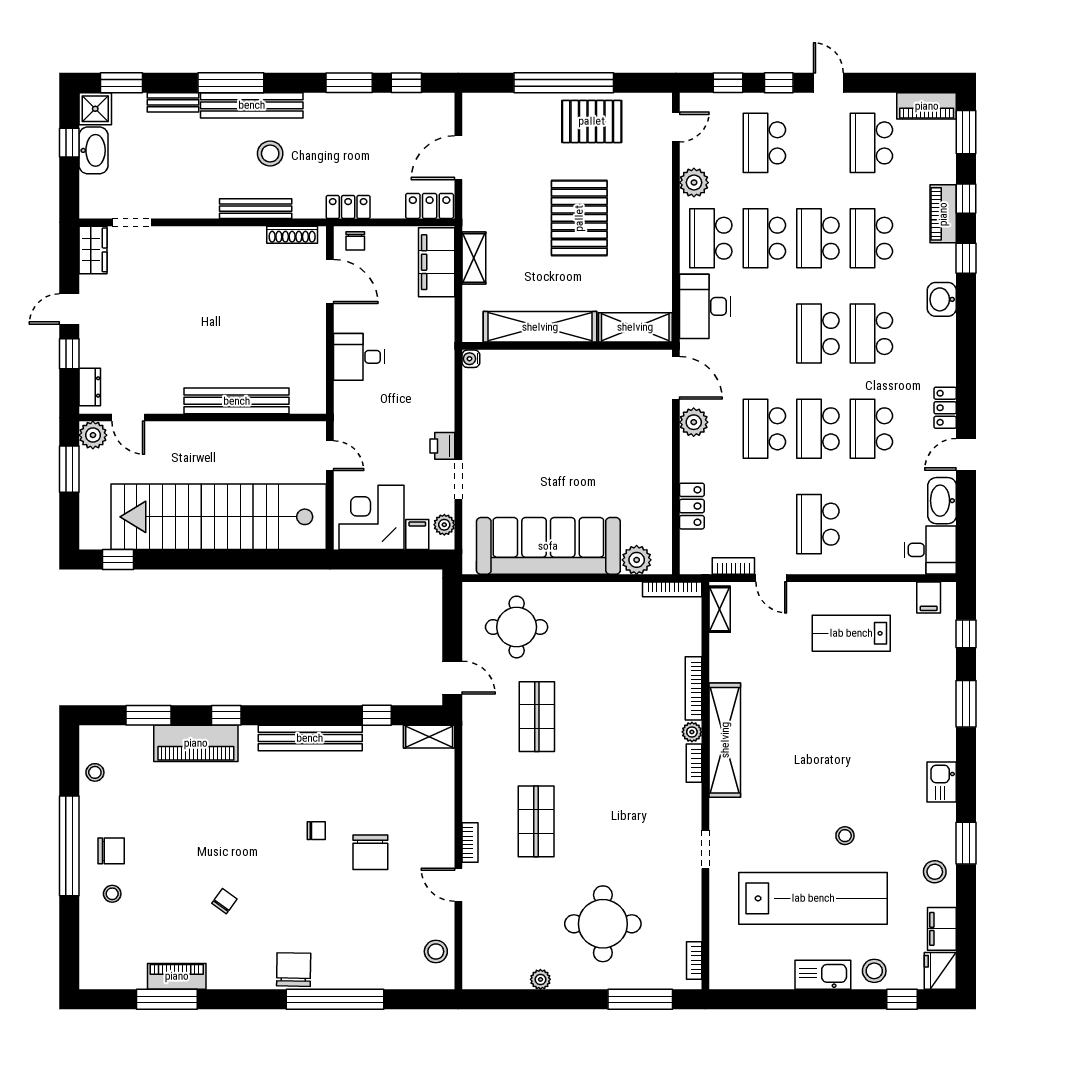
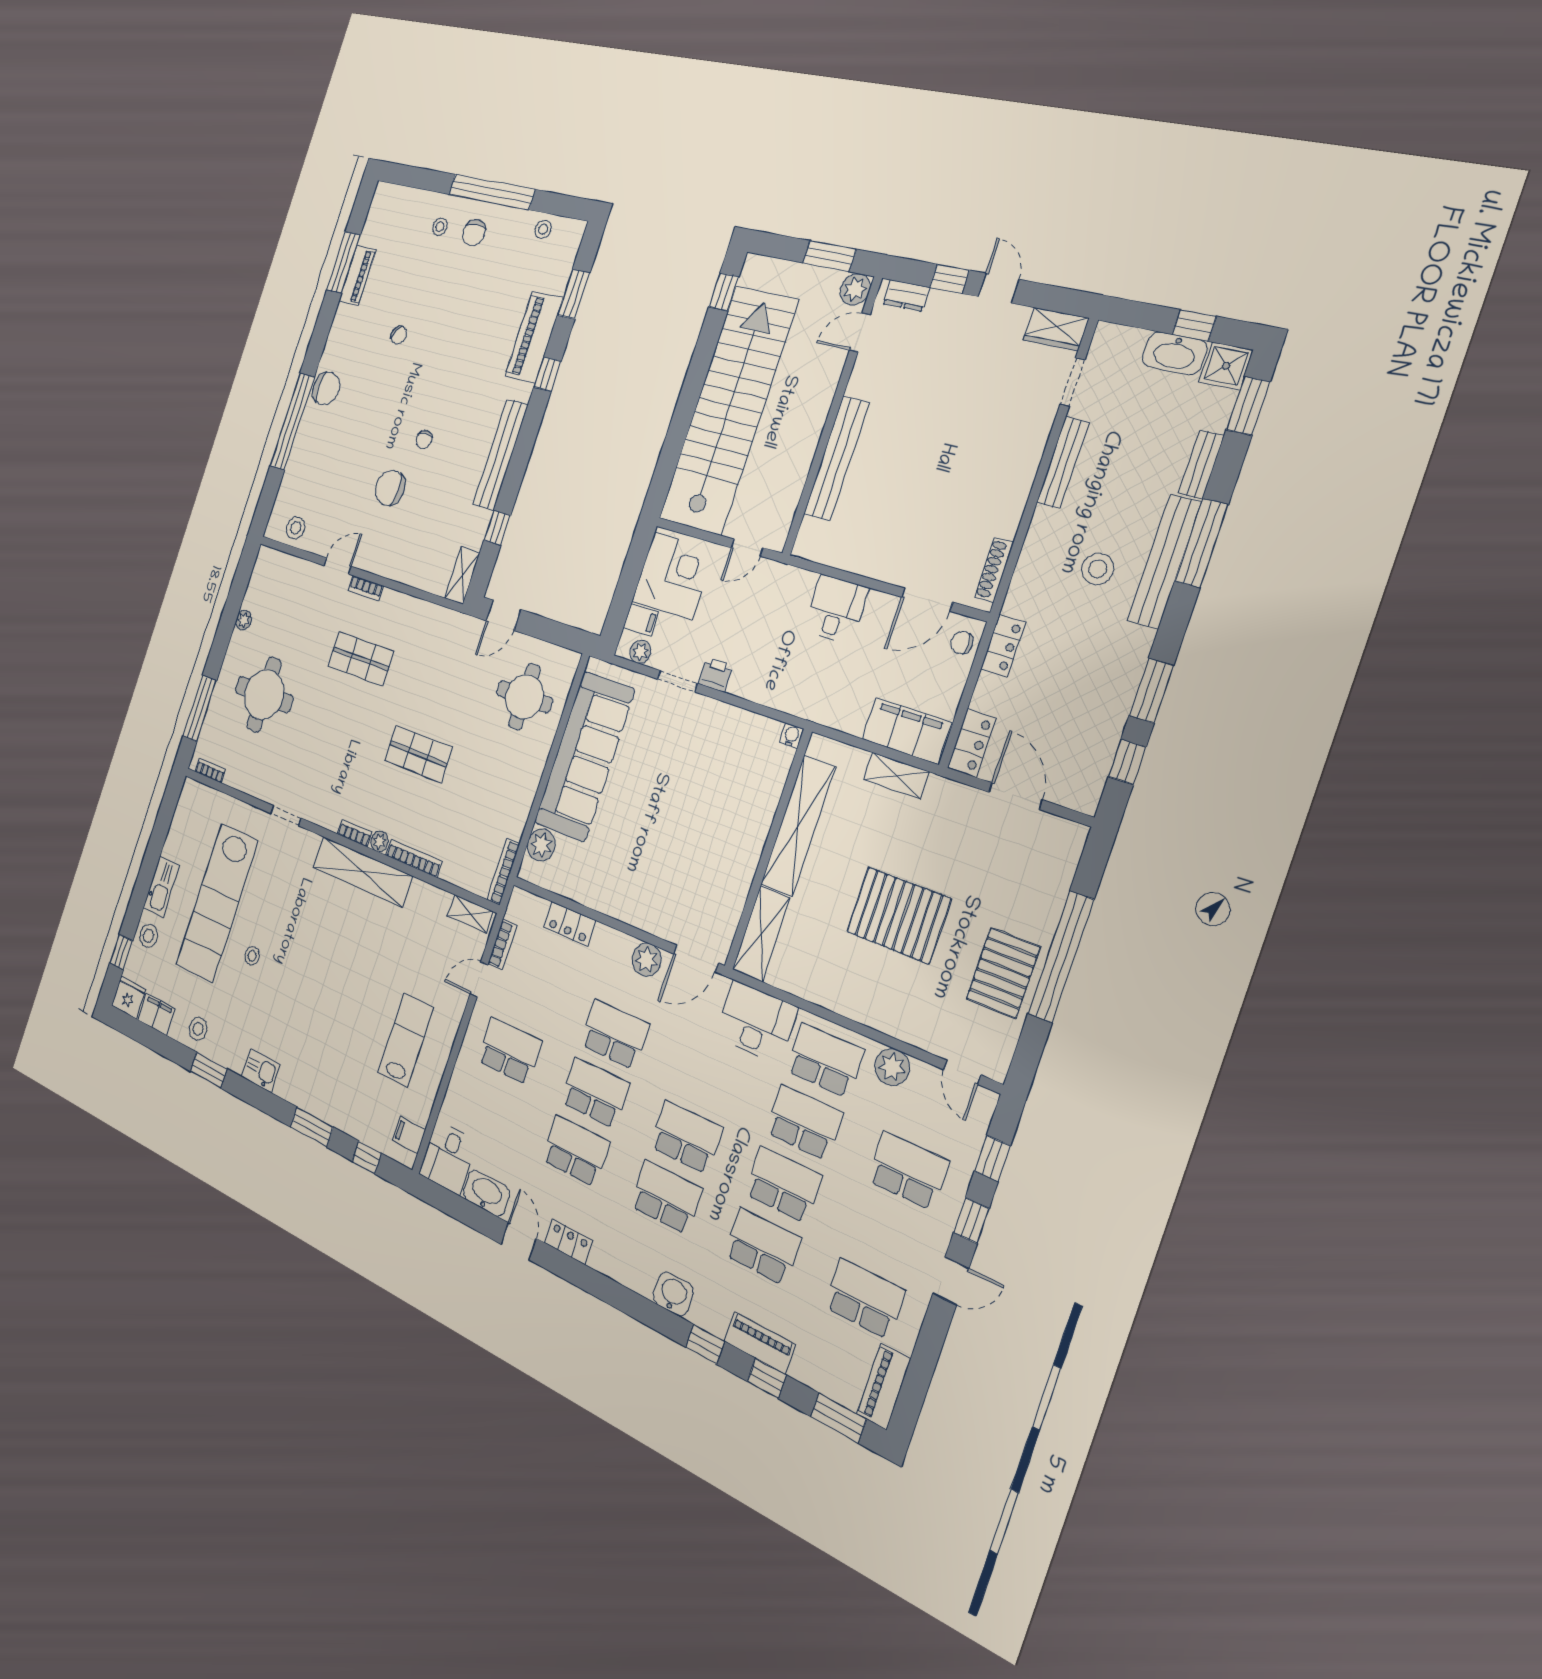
bench: (256, 209) -> (1063, 462), moved
shop shelf: (537, 717) -> (418, 754), moved

